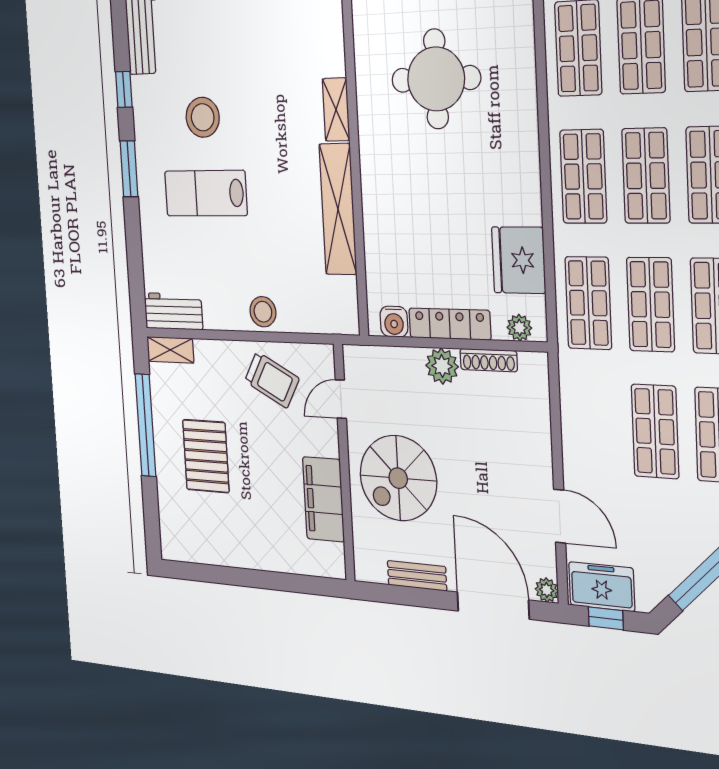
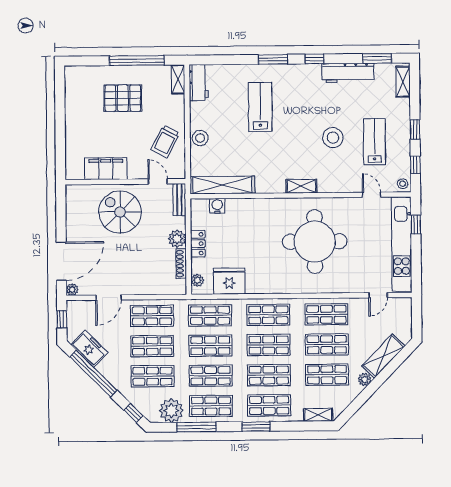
round table: (436, 79) -> (315, 242), width x1.36, depth x1.36
stool: (203, 117) -> (333, 138), moved
shelving: (338, 209) -> (222, 185), moved
water cooler: (394, 322) -> (217, 206), moved, turned 90
locker: (450, 324) -> (198, 244), width x0.66
shop shelf: (593, 428) -> (152, 316), added
bench: (417, 576) -> (179, 200), moved
freezer: (602, 587) -> (89, 349), moved, turned -45

